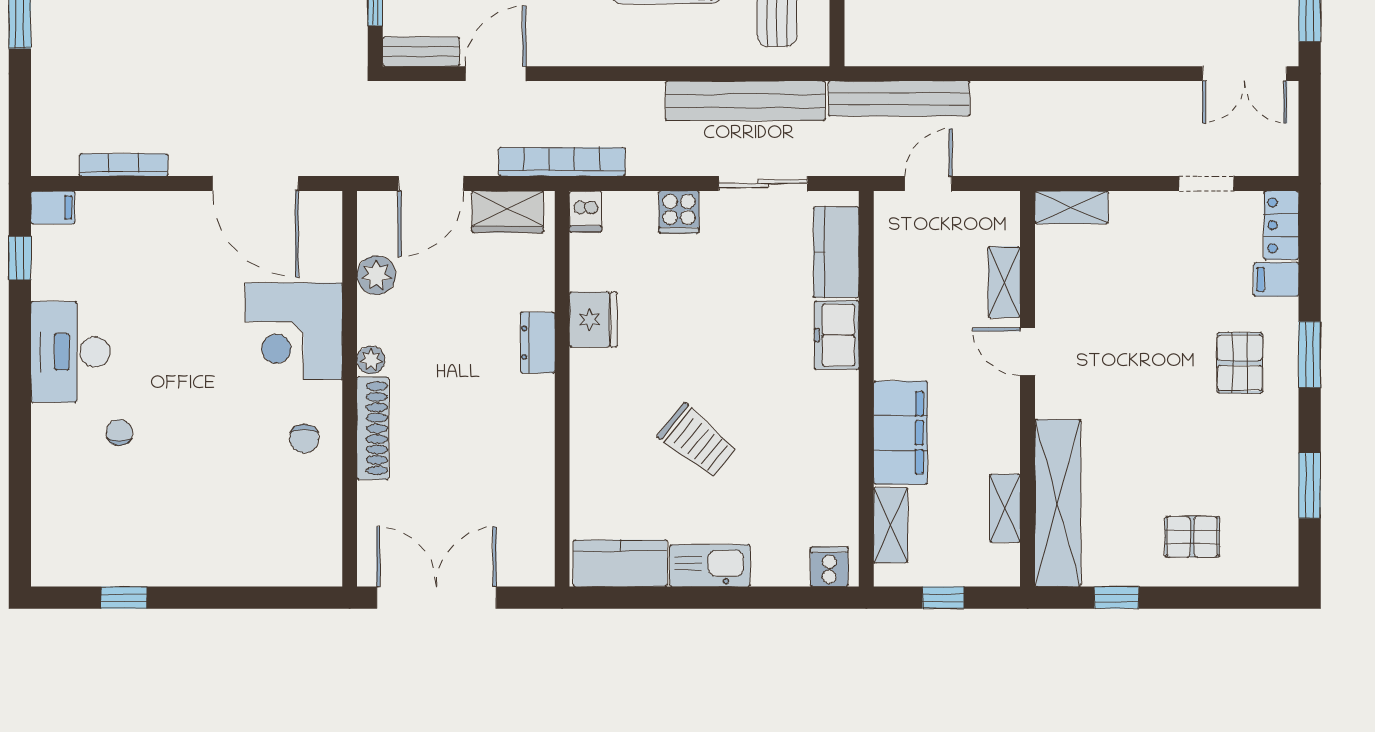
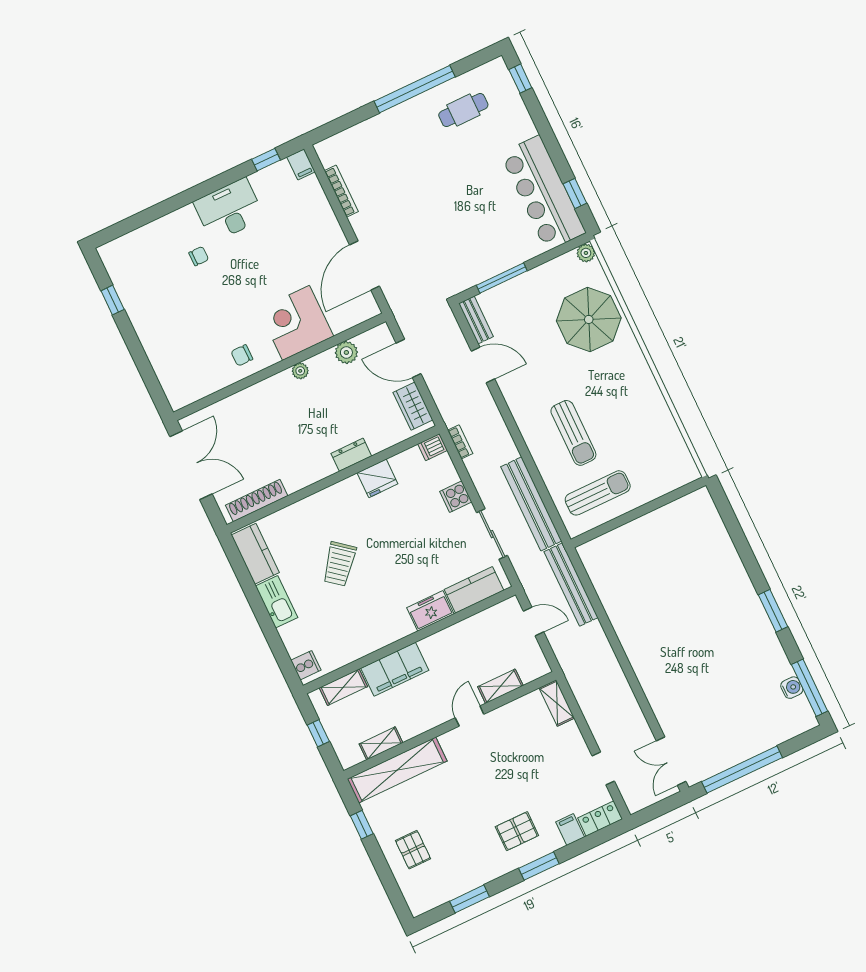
bookcase: (562, 162) -> (460, 442), width x0.43, depth x0.76
shoe rack: (373, 428) -> (257, 501), moved, turned 180

